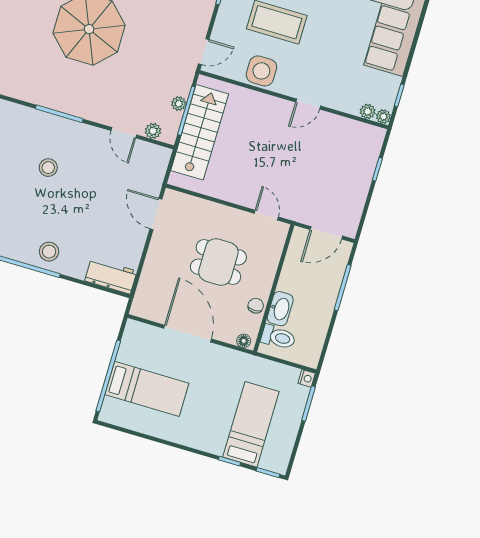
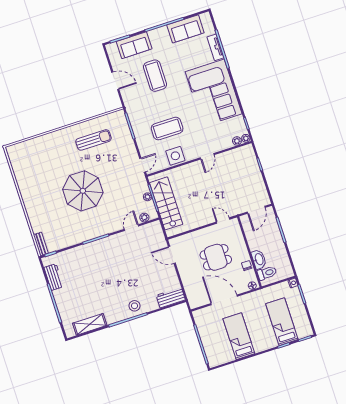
door: (124, 133) -> (131, 228), swing flipped
stool: (48, 168) -> (108, 267), removed
bed: (147, 389) -> (239, 336), moved, turned -90

